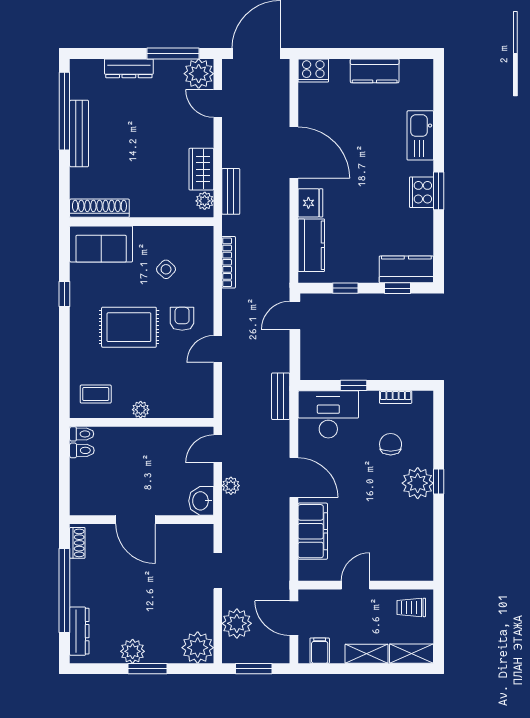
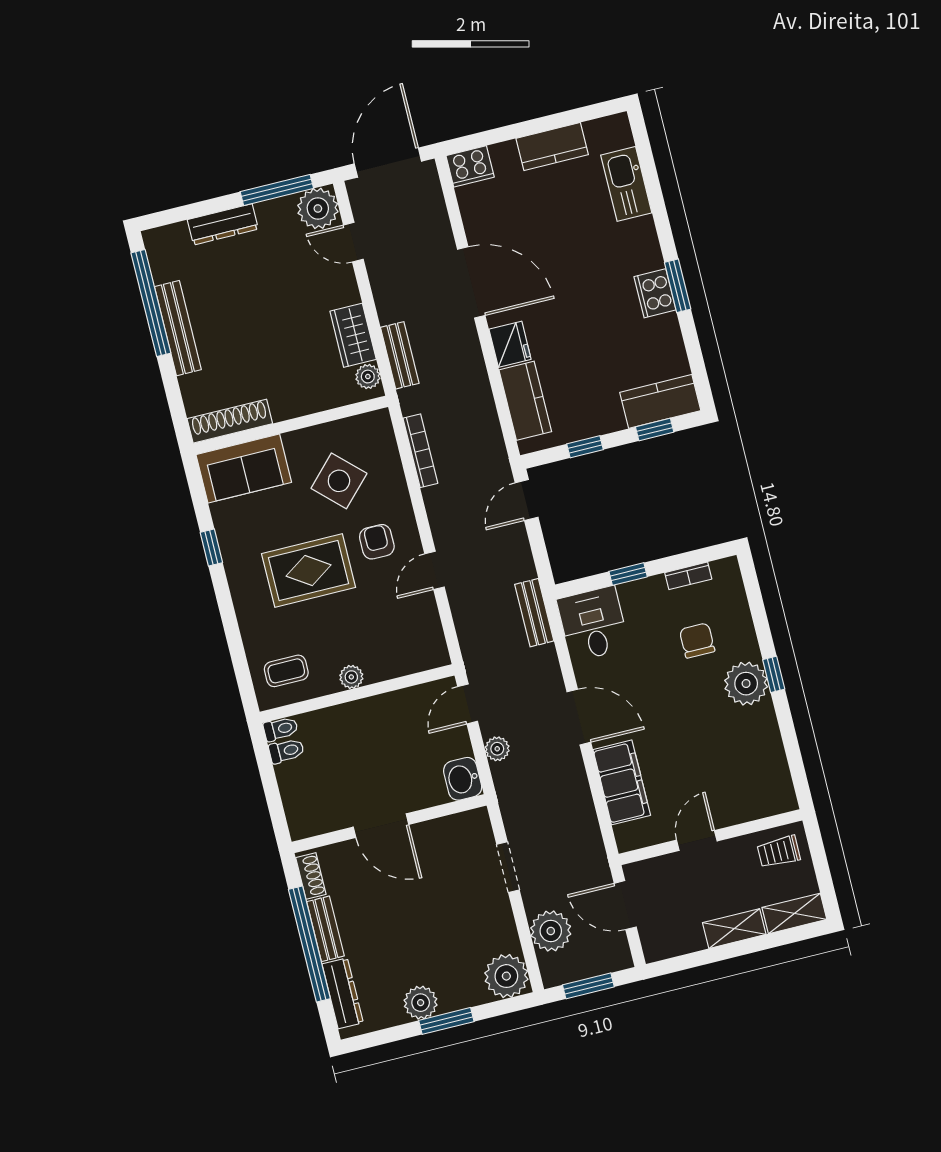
kitchen sink: (420, 135) -> (626, 184), moved
side table: (166, 269) -> (339, 481), width x1.87, depth x1.87
desk: (328, 414) -> (593, 624), width x0.73
bench: (78, 583) -> (325, 929), added
filing cabinet: (320, 651) -> (671, 940), removed

